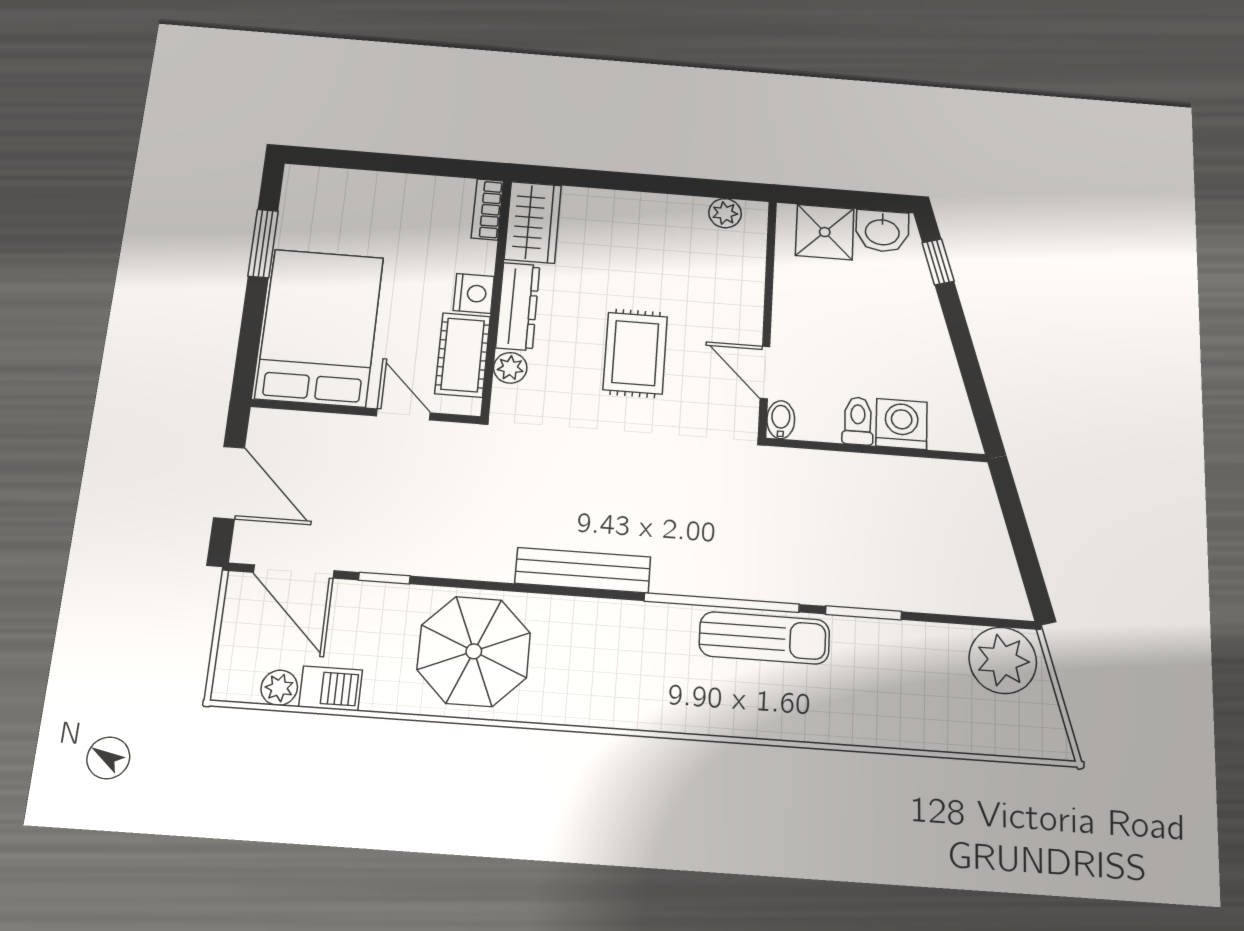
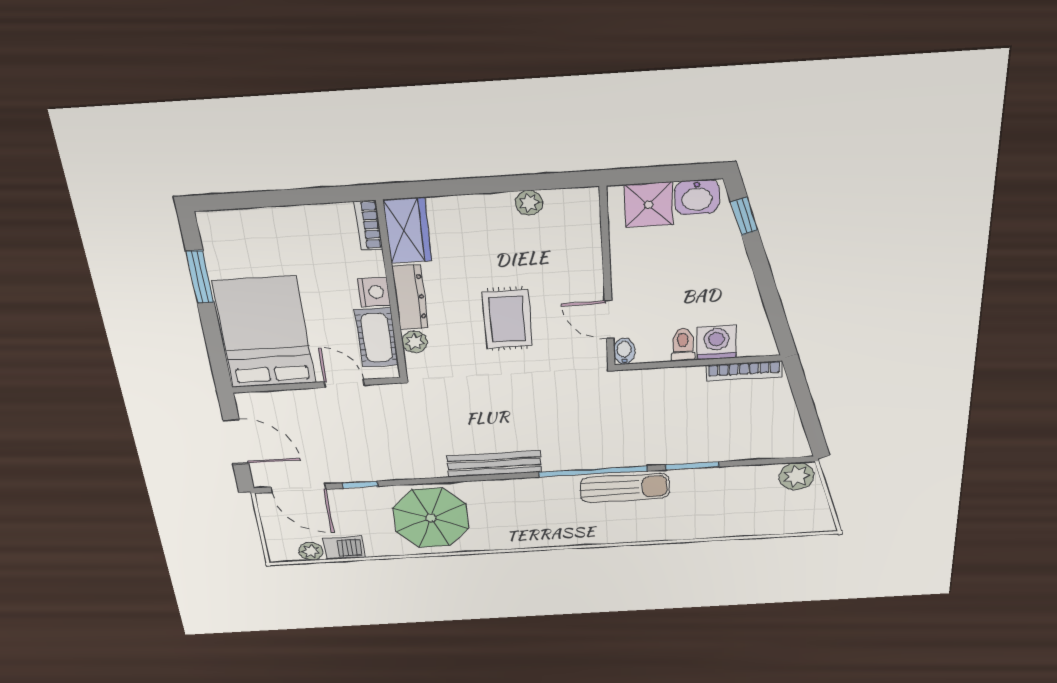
plant: (725, 213) -> (529, 203), moved
bookcase: (937, 471) -> (744, 371), added
plant: (1003, 660) -> (797, 476), width x0.73, depth x0.73

